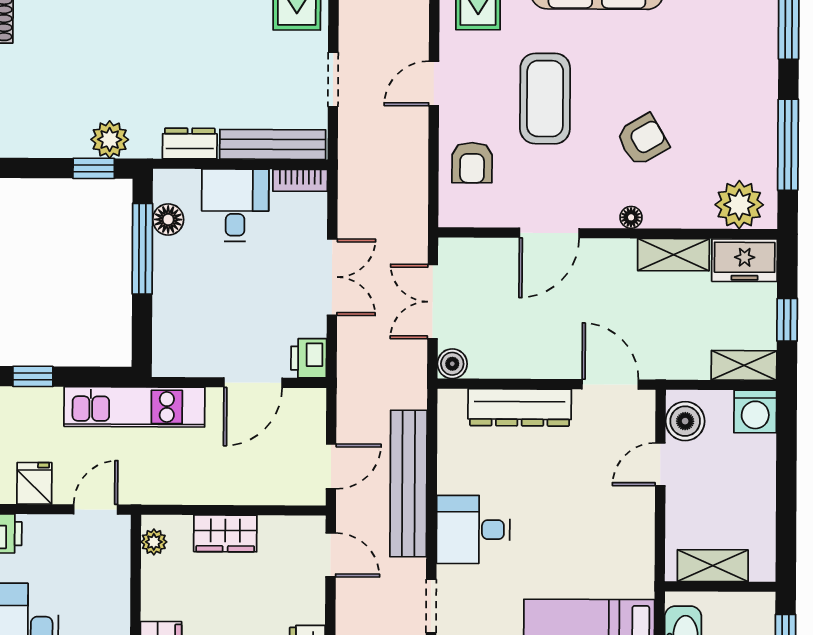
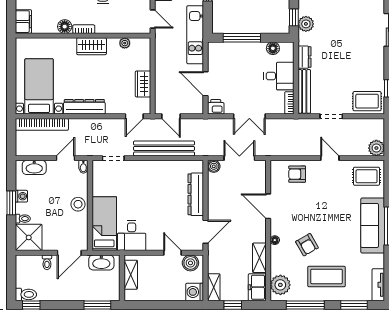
coffee table: (545, 99) -> (327, 276), moved
window: (142, 249) -> (242, 38), moved
desk: (473, 530) -> (132, 236), moved, turned 180
wardrobe: (225, 533) -> (143, 84), moved
plant: (154, 542) -> (125, 43), moved

